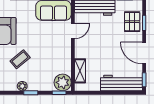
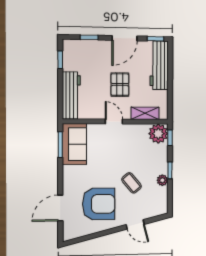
pallet: (132, 22) -> (120, 85), moved, turned 90
door: (73, 31) -> (114, 121), moved

